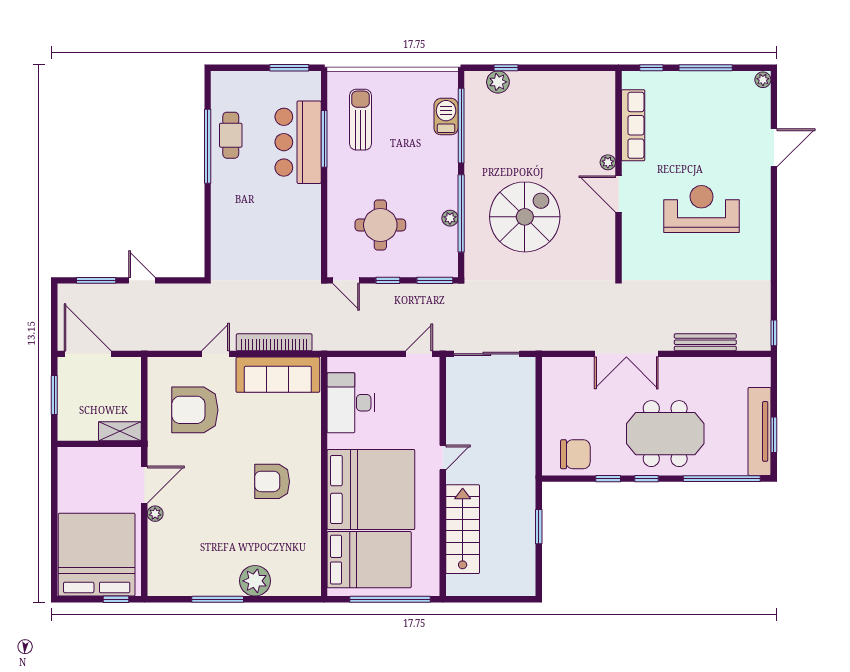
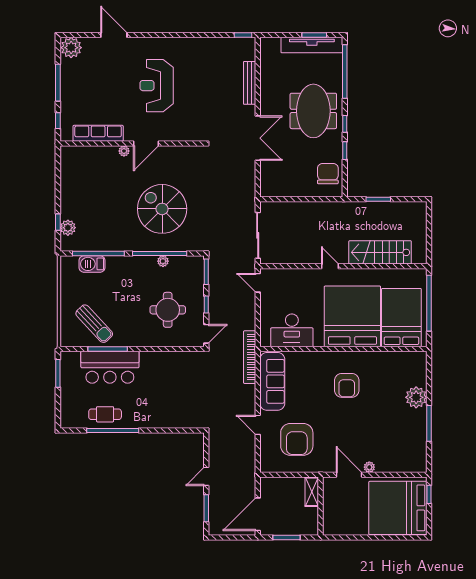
plant: (763, 80) -> (71, 48), width x1.88, depth x1.88
sun lounger: (361, 120) -> (94, 324), turned -133
bookcase: (274, 342) -> (250, 357), moved

